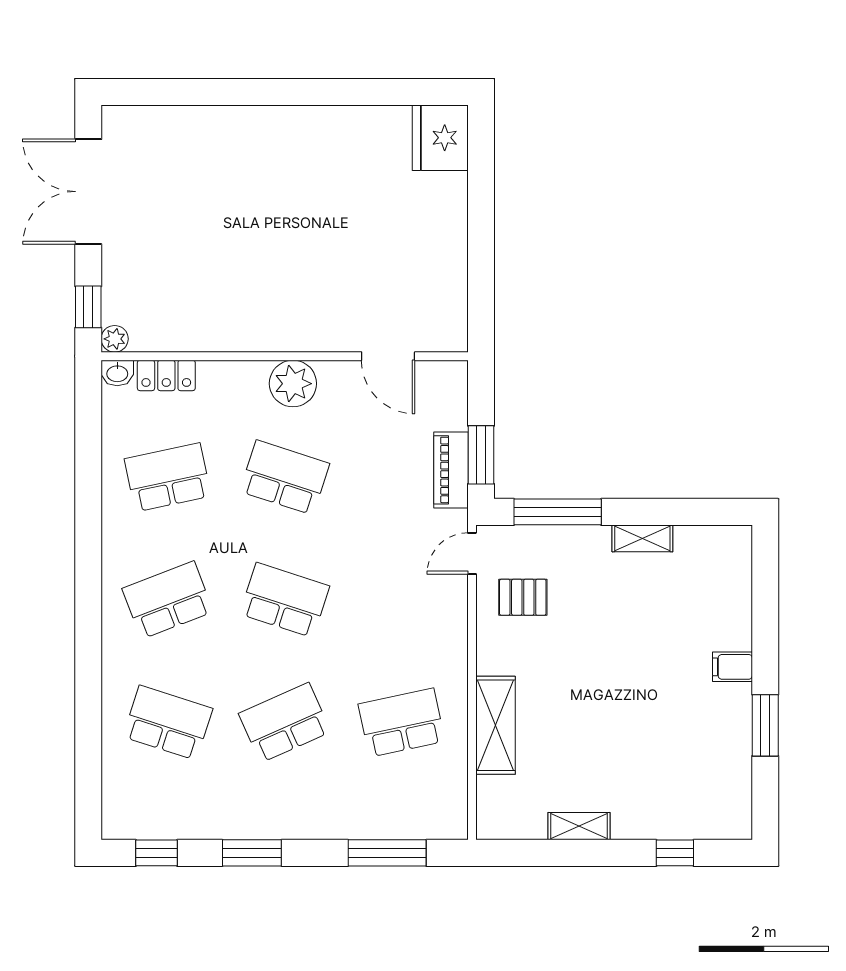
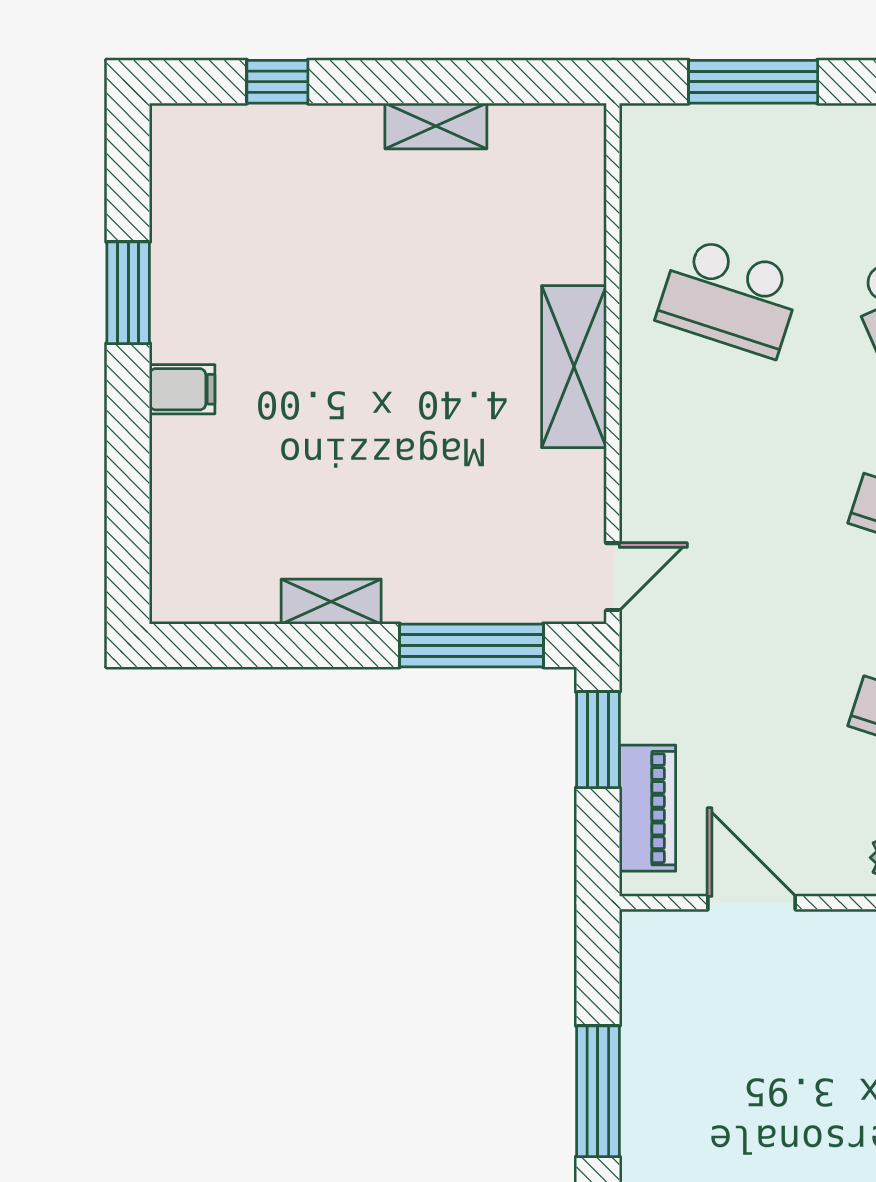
window: (481, 242) -> (598, 1091), added
piano: (451, 470) -> (647, 808), moved
pallet: (523, 597) -> (529, 504), removed
school desk: (402, 723) -> (729, 297), turned 30
shelving: (495, 725) -> (574, 367), moved

